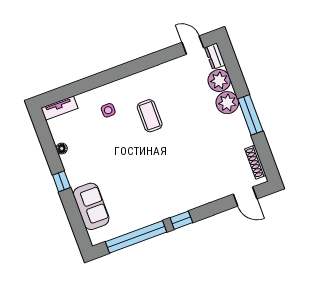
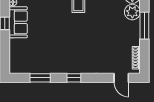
sofa: (91, 206) -> (18, 22), moved
window: (136, 237) -> (40, 78), width x0.47

